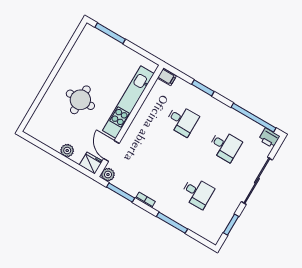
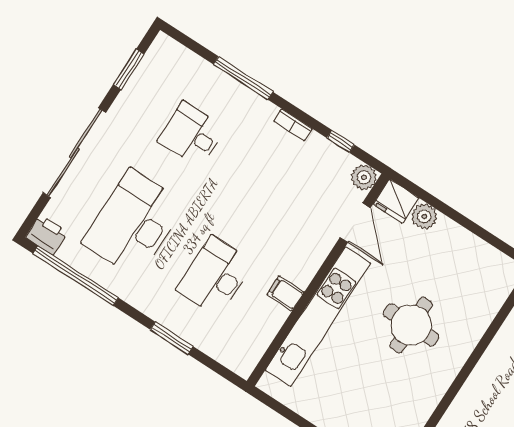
filing cabinet: (167, 77) -> (286, 293), moved
desk: (182, 120) -> (215, 276), width x1.37
desk: (225, 146) -> (134, 223), width x1.87, depth x1.30
plant: (67, 151) -> (424, 216), moved
window: (121, 192) -> (341, 141), width x0.46

